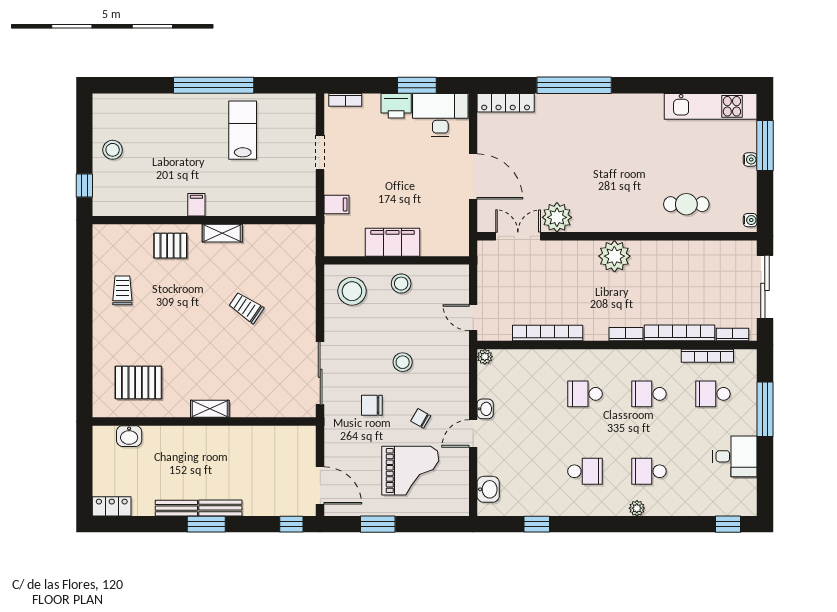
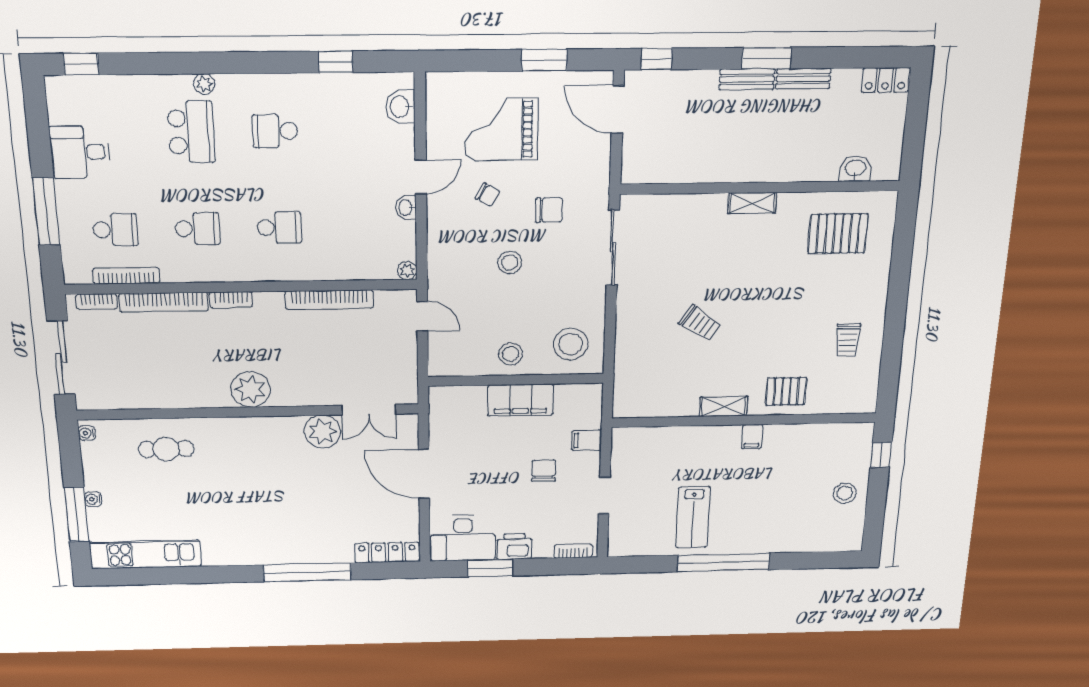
chair: (372, 177) -> (544, 471), added
school desk: (649, 471) -> (191, 132), width x1.85

